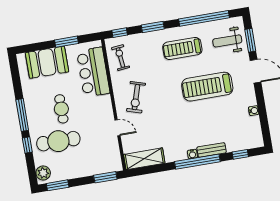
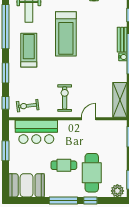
treadmill: (182, 48) -> (29, 50), turned 180
booth: (47, 62) -> (27, 185), moved, turned 90
exercise bike: (136, 97) -> (65, 98), turned -107

